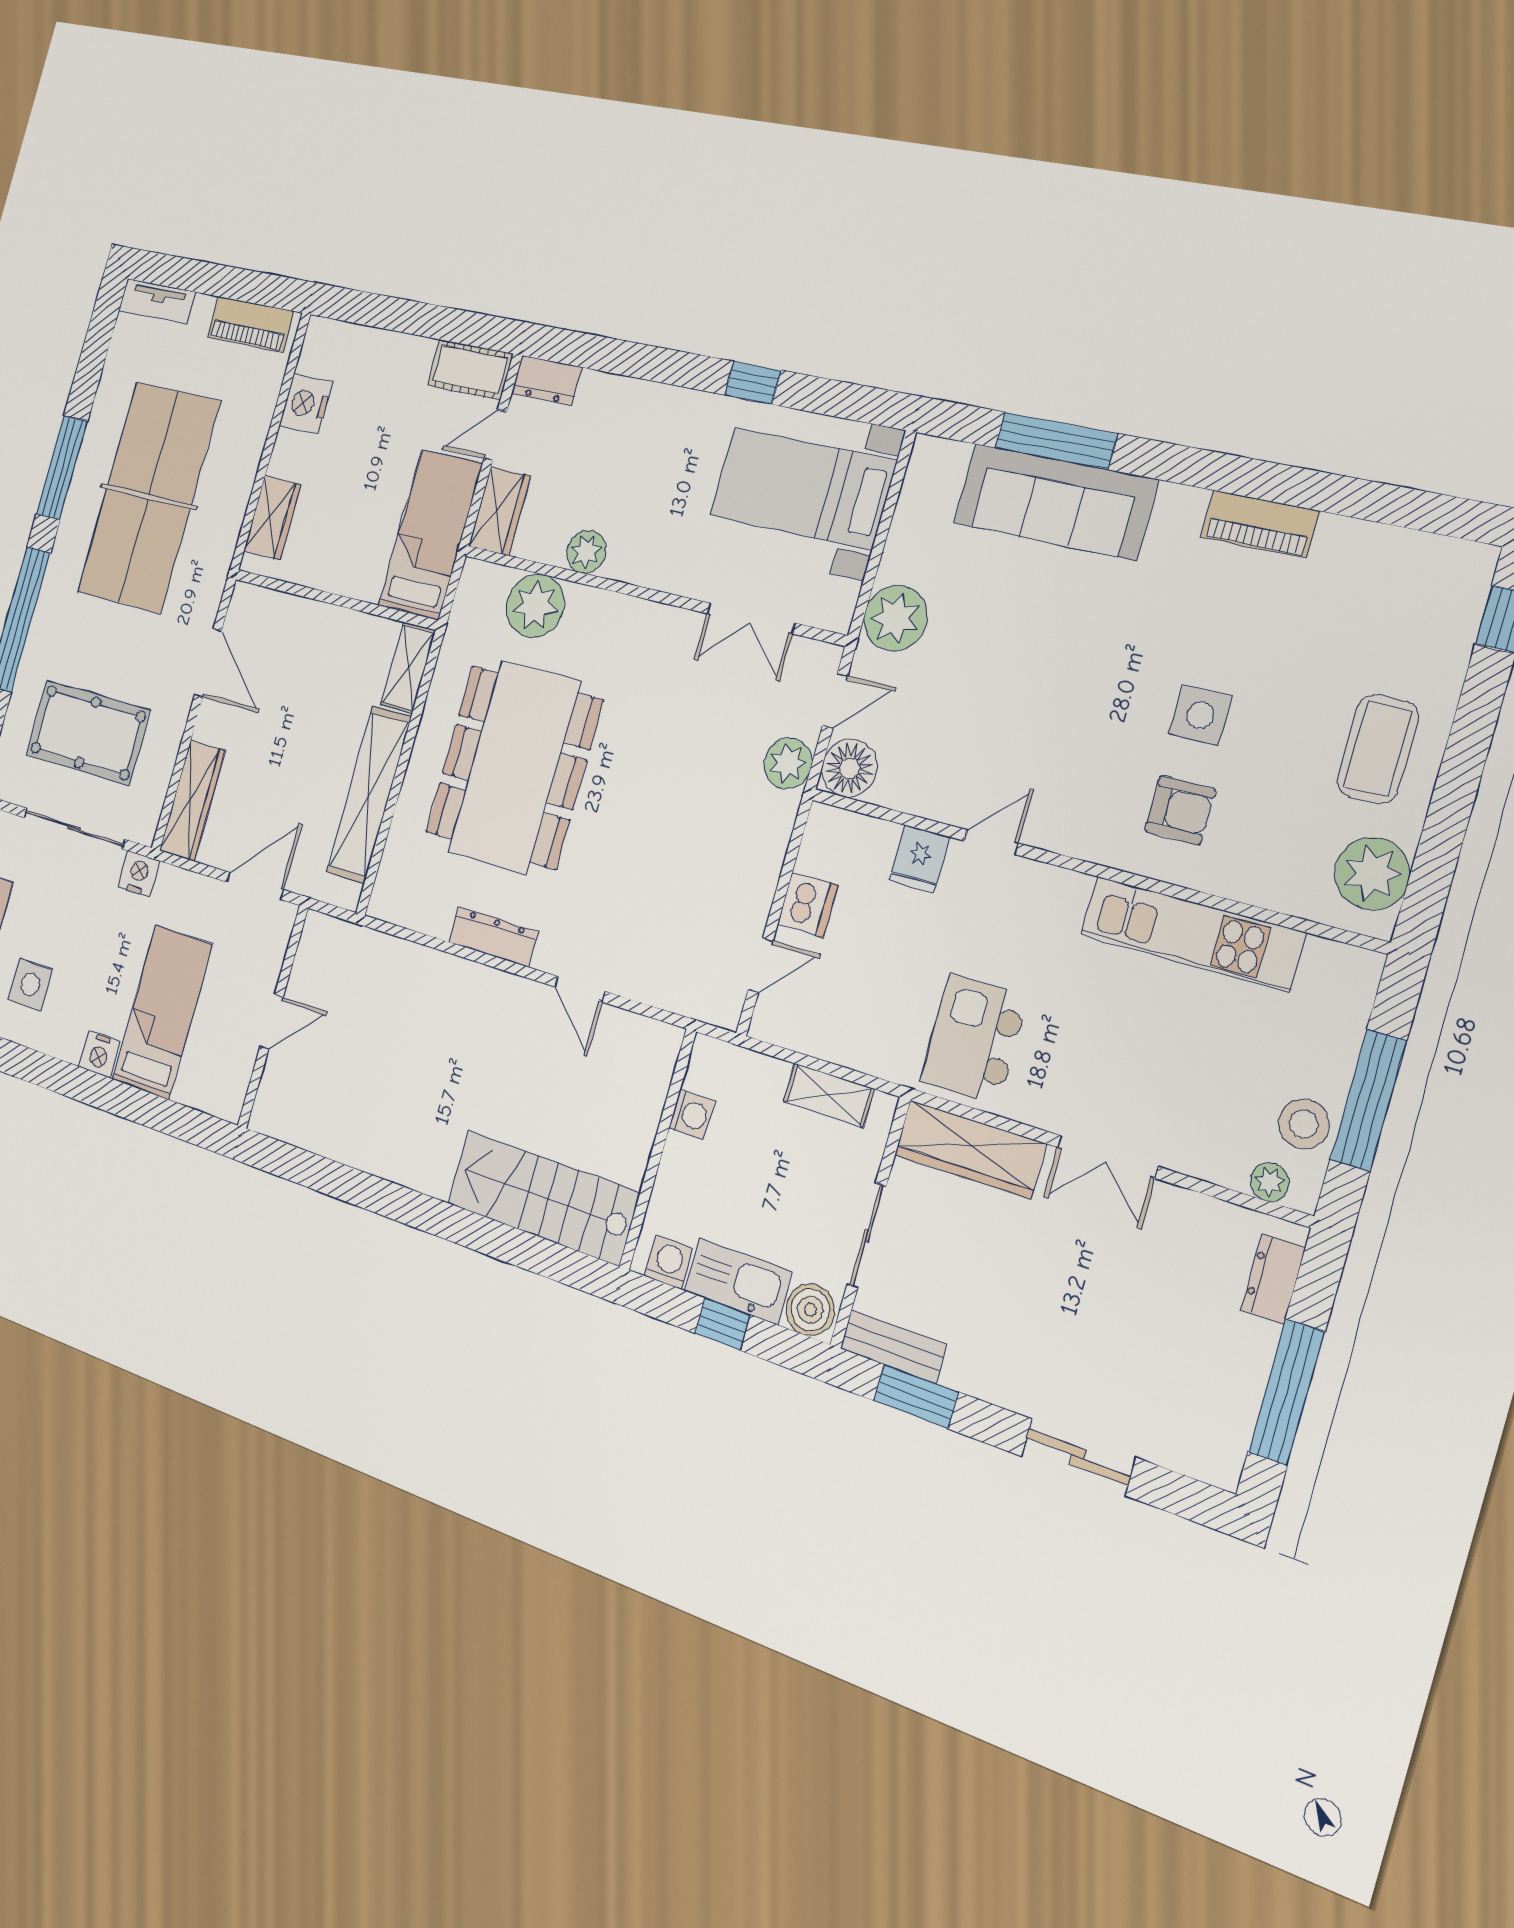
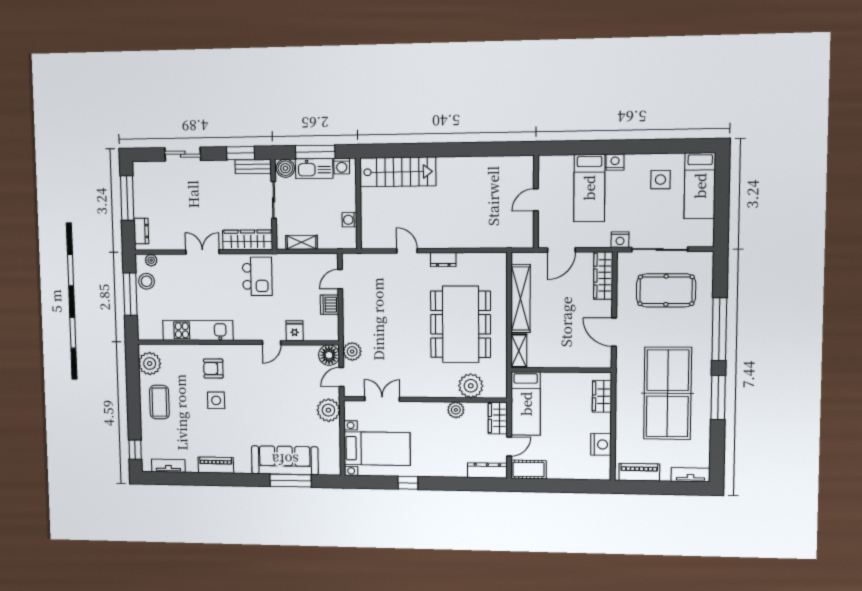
dresser: (547, 380) -> (487, 470), width x1.44
tv unit: (1409, 549) -> (168, 466), added
dresser: (493, 937) -> (443, 260), width x0.70
window: (722, 1324) -> (315, 152), width x2.17

